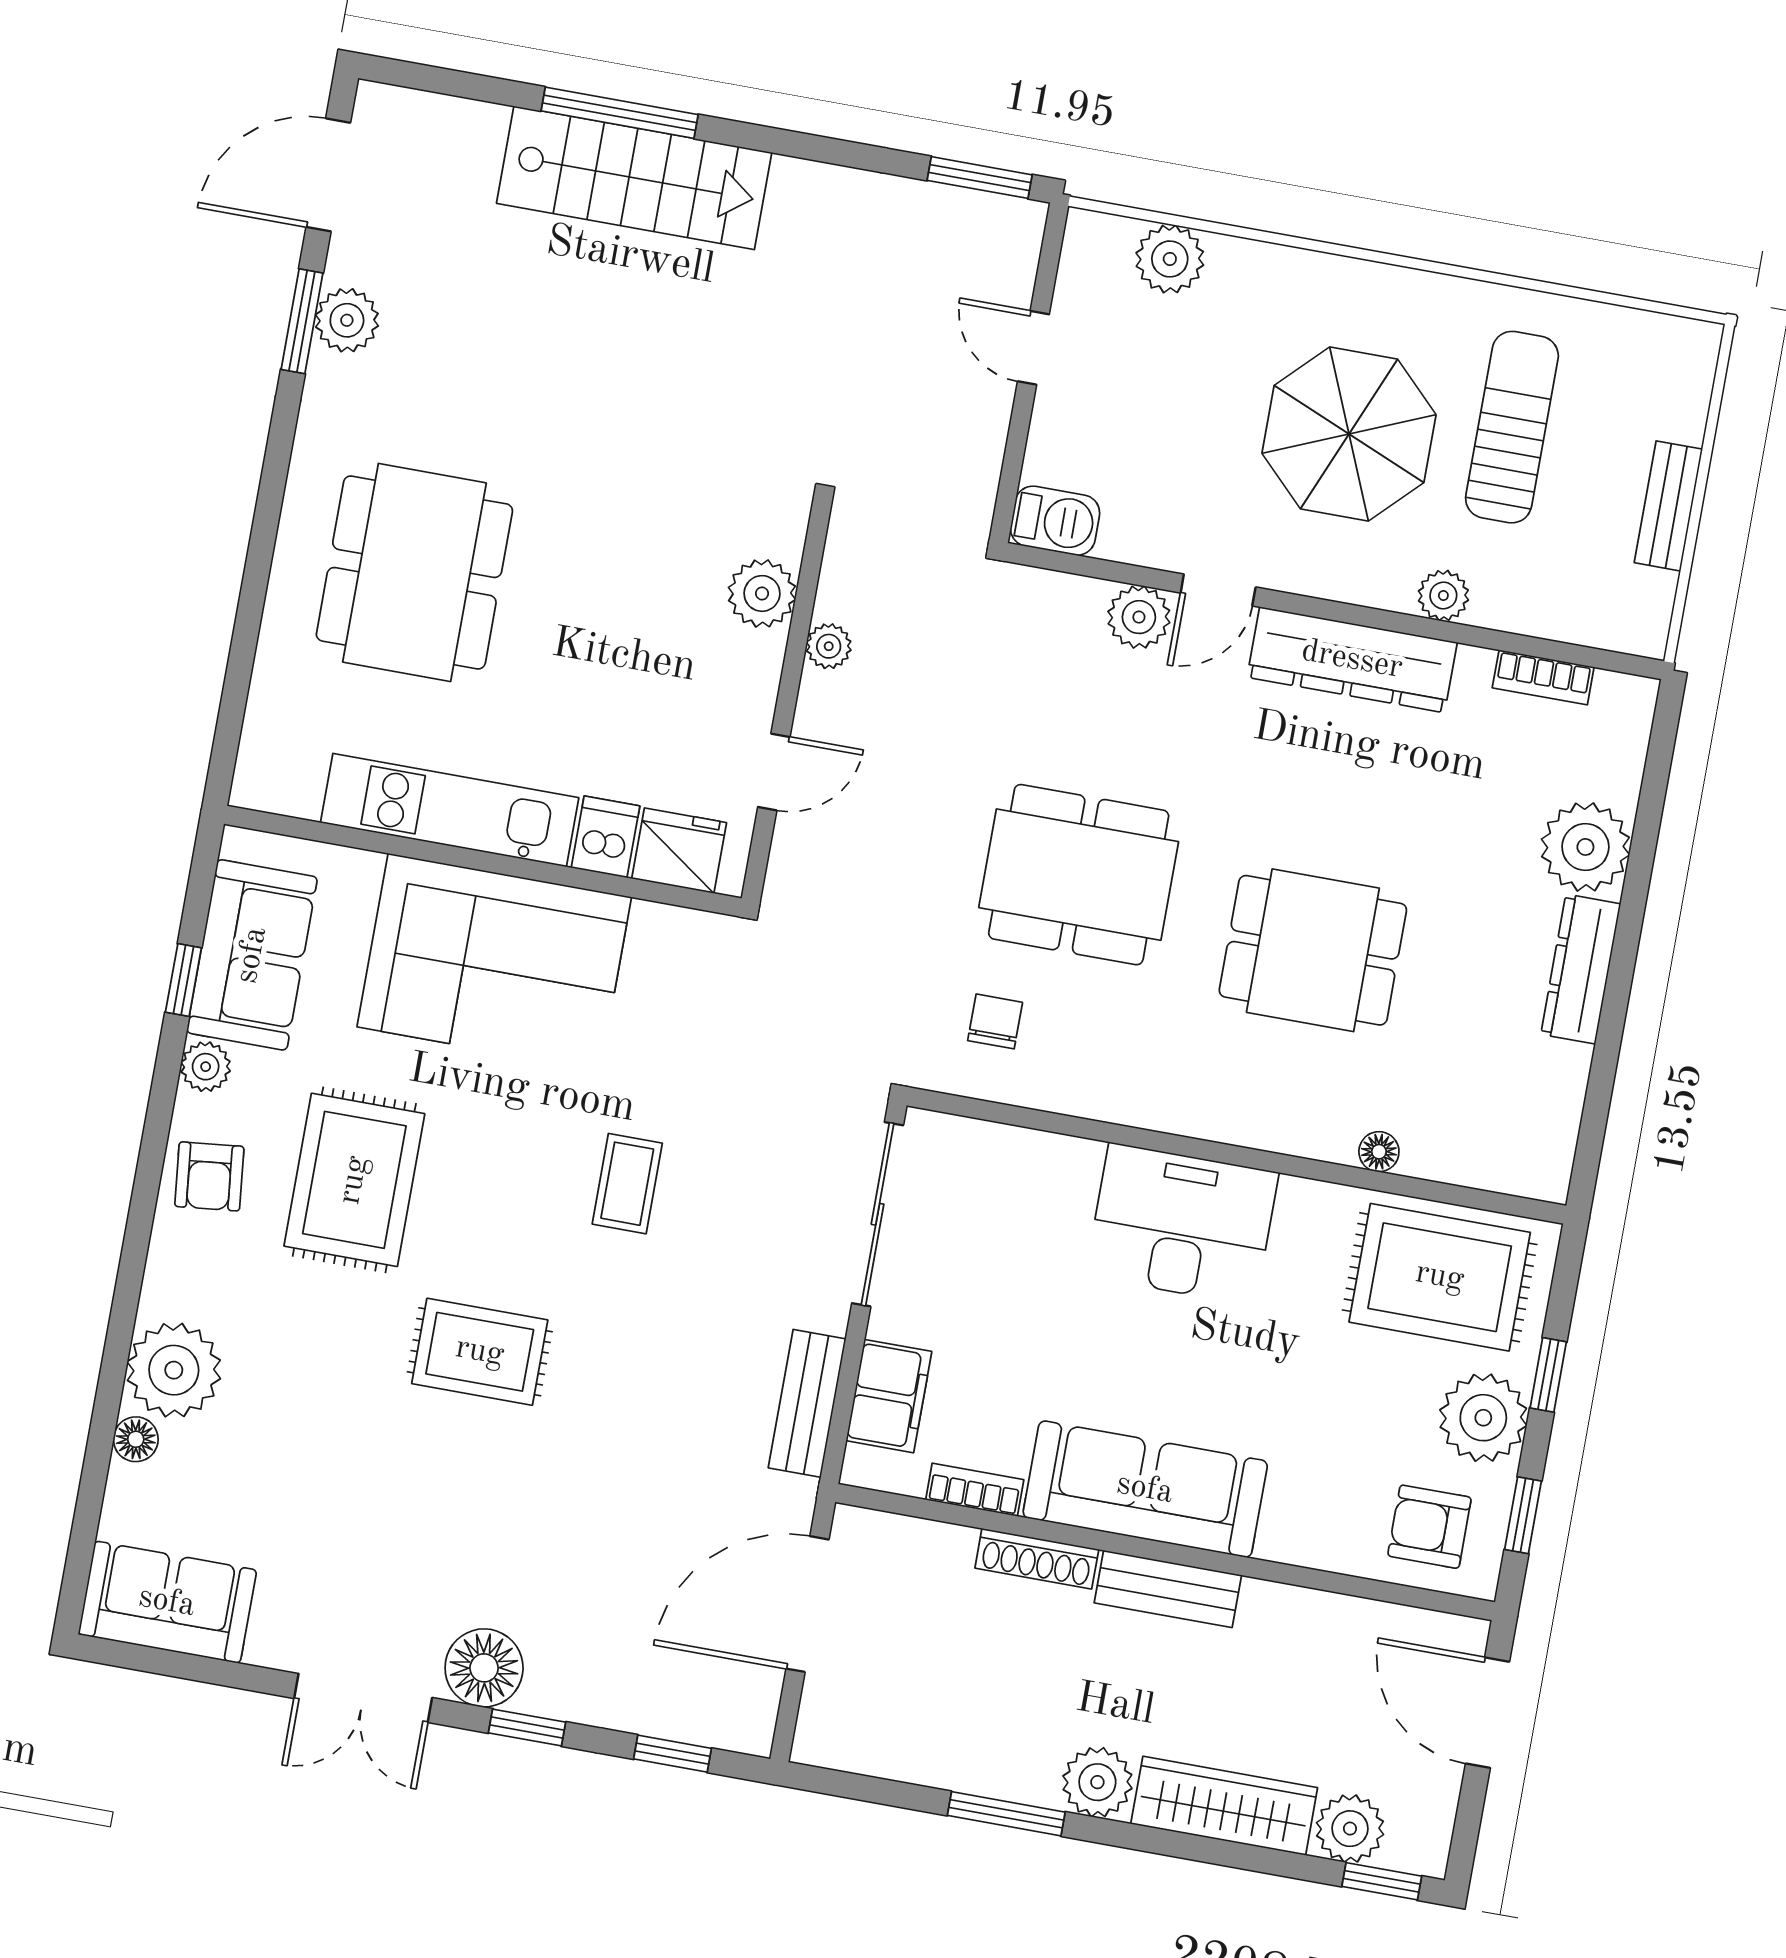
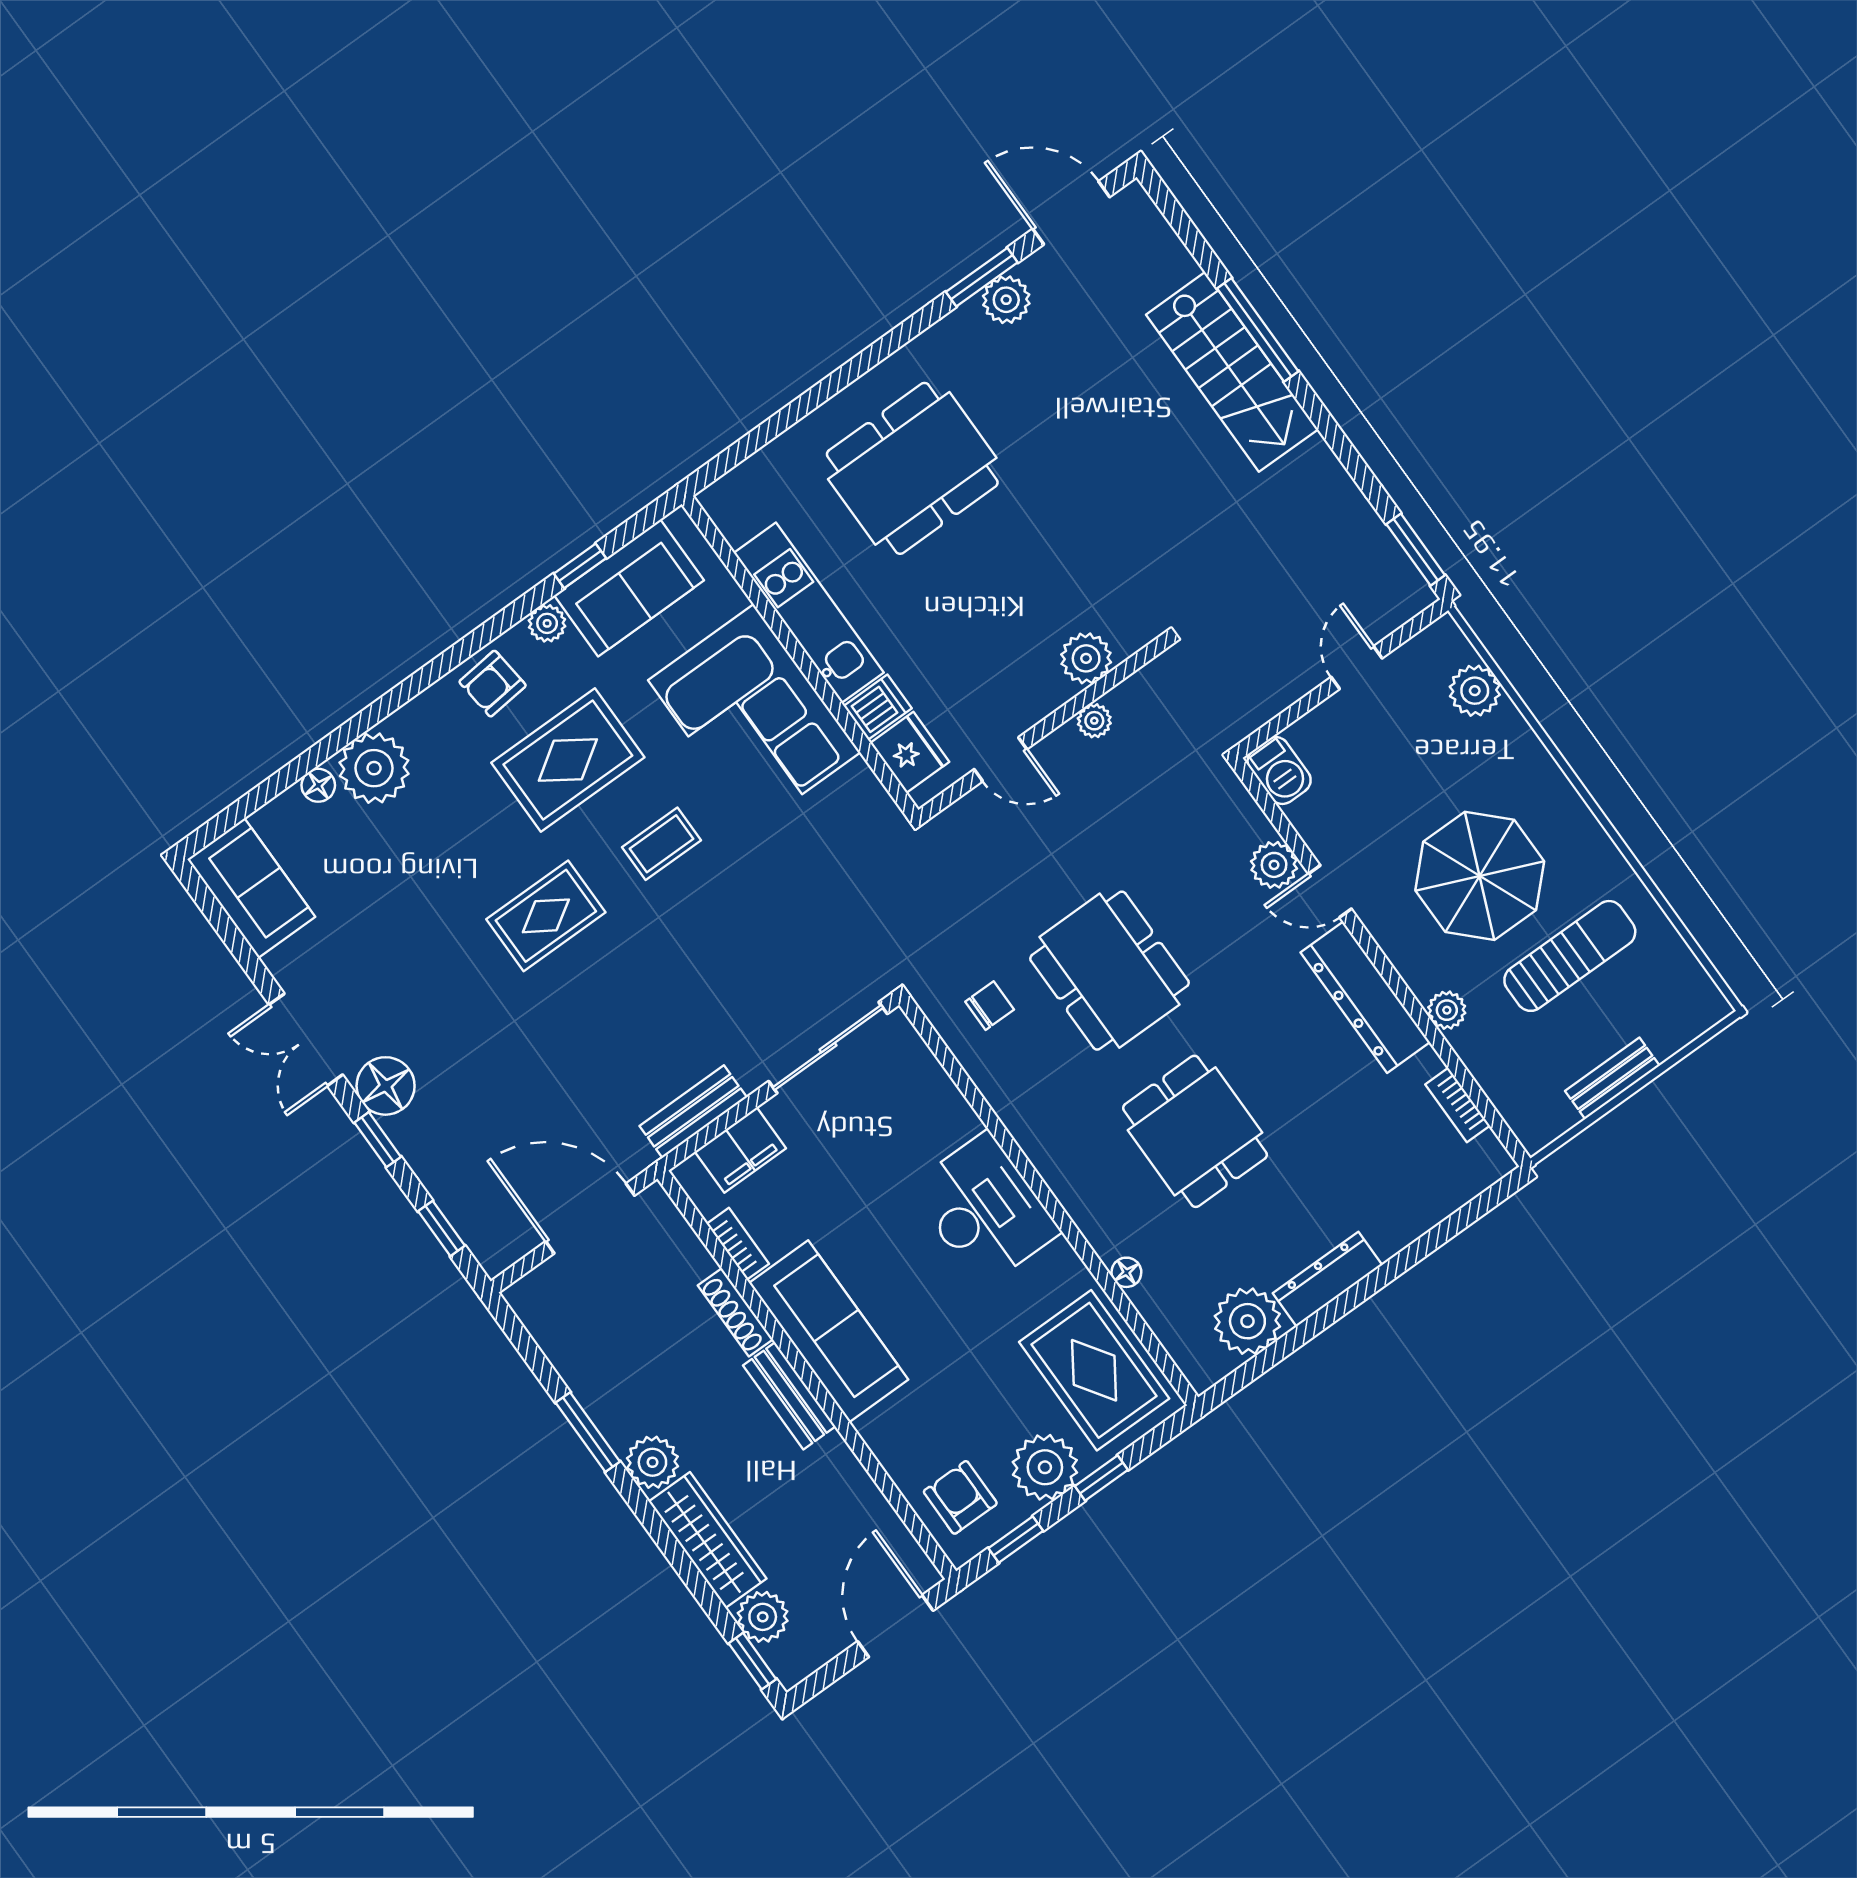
plant: (1585, 847) -> (1247, 1321), moved
coffee table: (627, 1184) -> (661, 844), moved
rug: (480, 1352) -> (546, 916), turned 90

